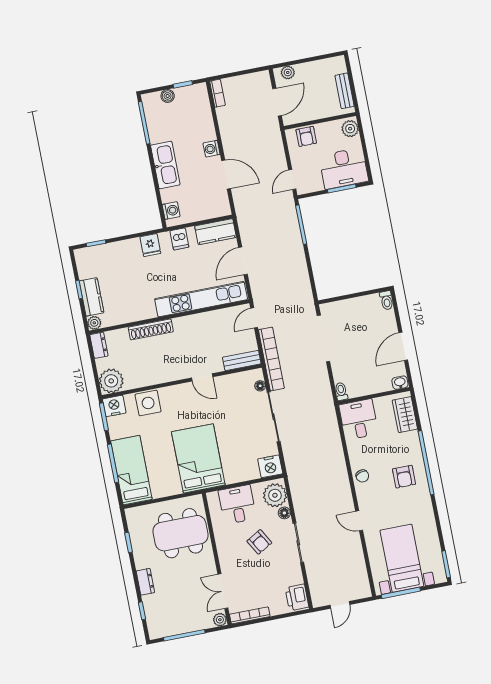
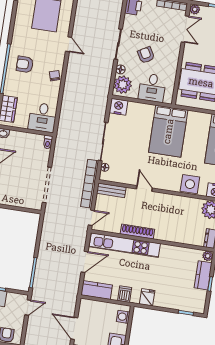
shoe rack: (151, 329) -> (137, 232), moved
armchair: (404, 477) -> (25, 64), turned -90

